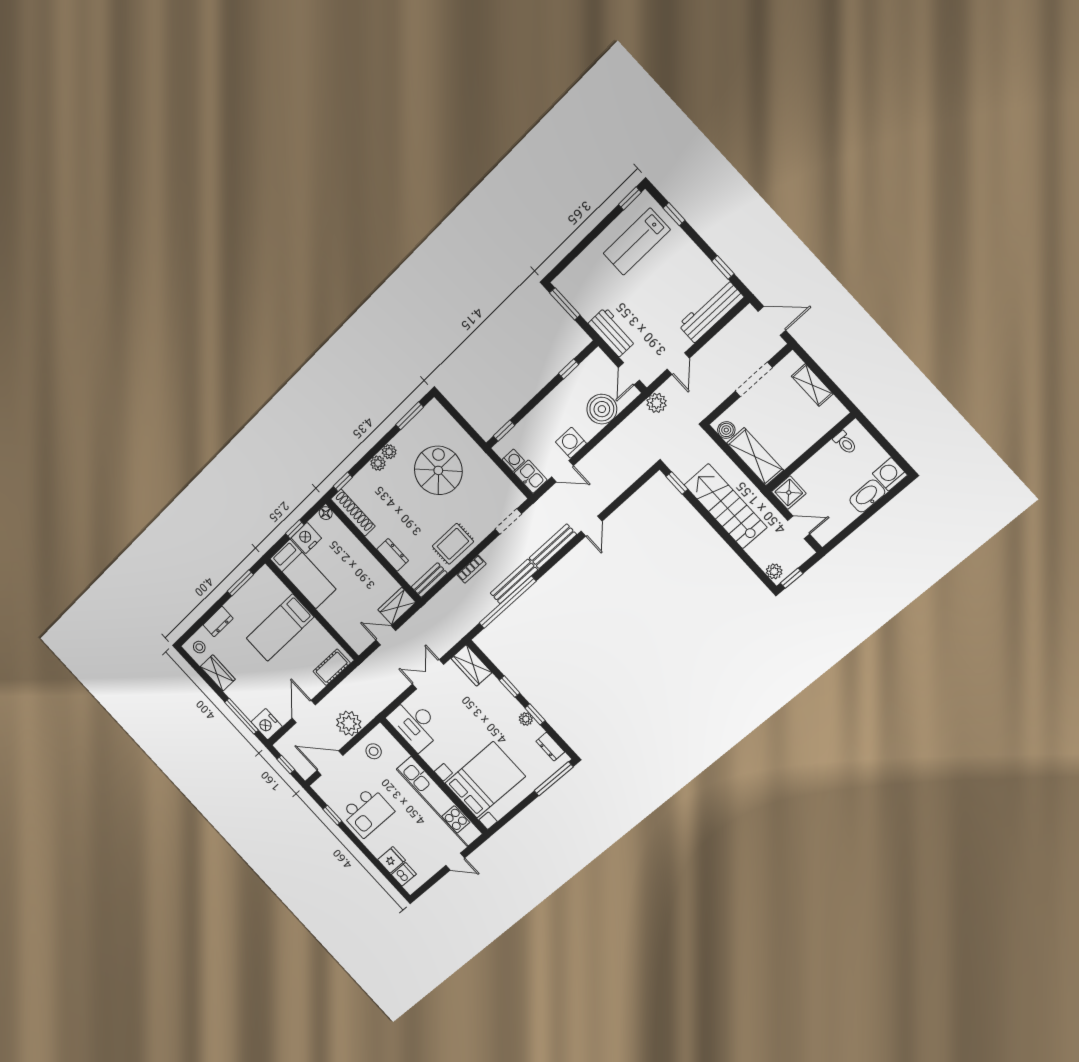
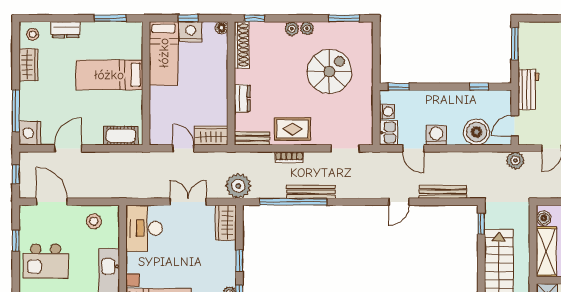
bench: (553, 546) -> (443, 192), moved
plant: (349, 723) -> (238, 186), moved

